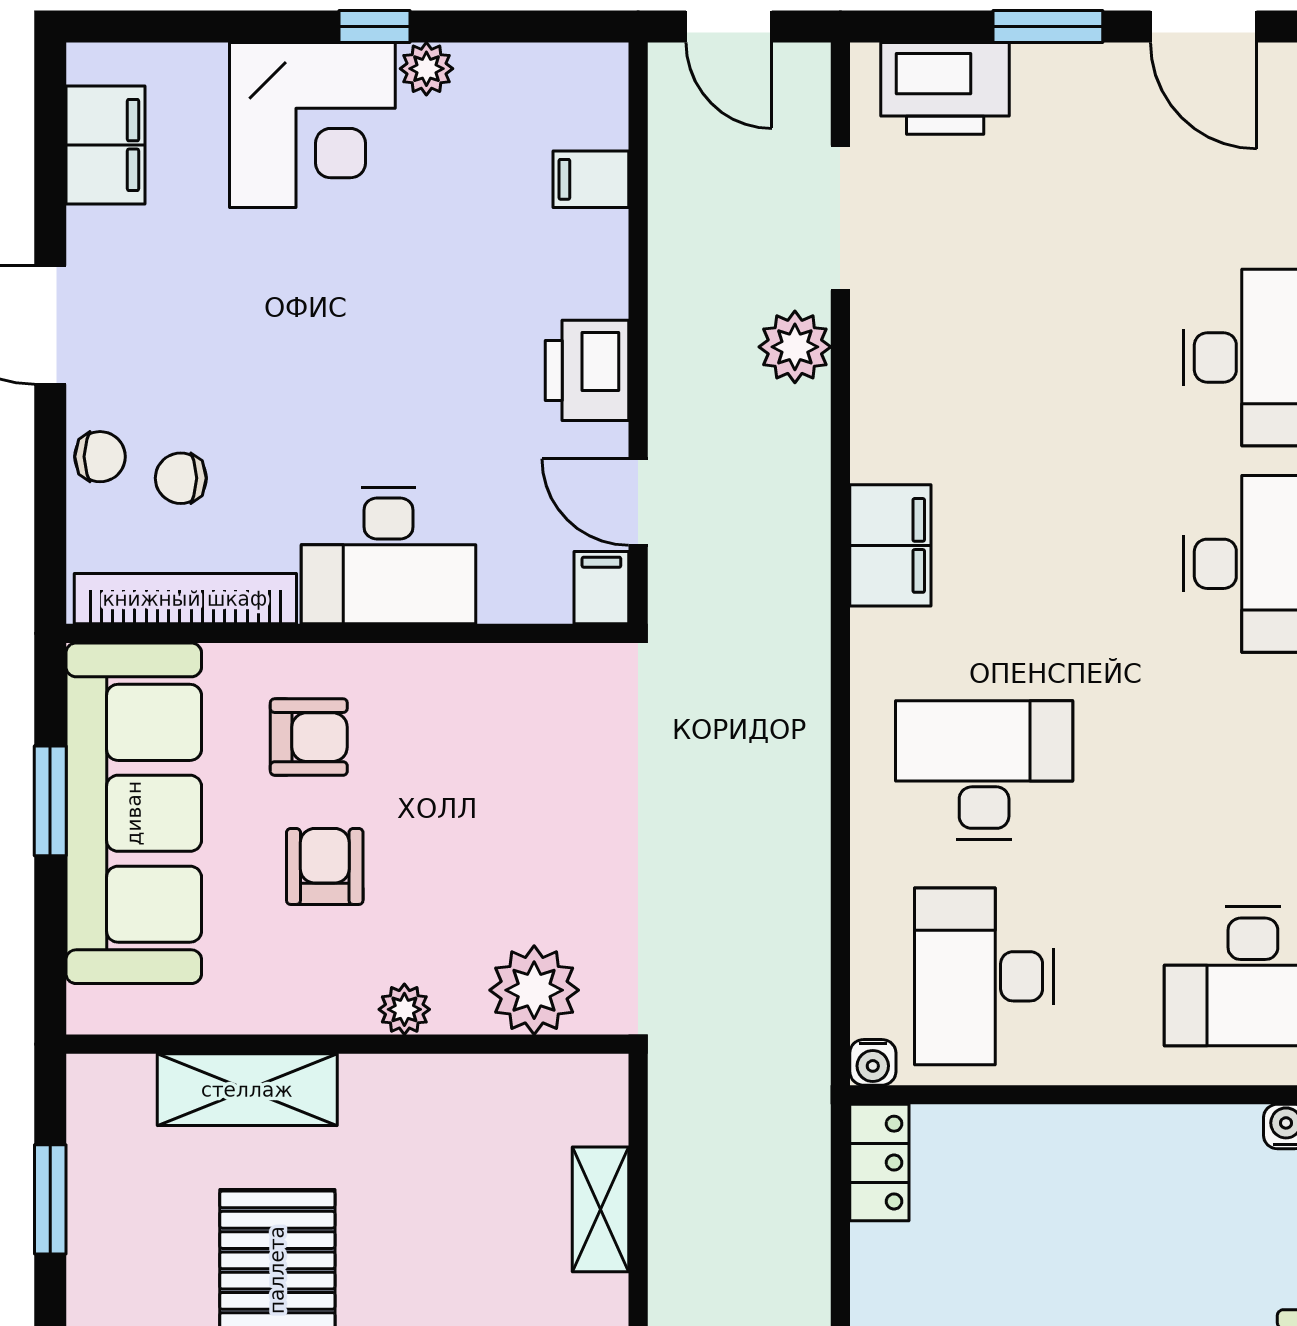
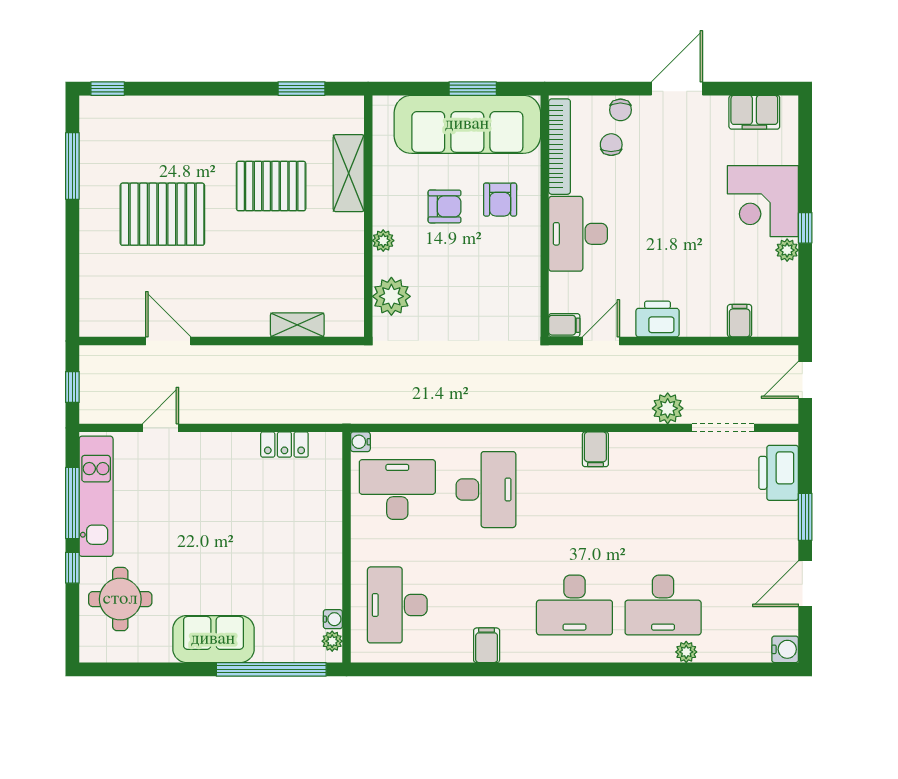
filing cabinet: (890, 545) -> (595, 449), width x0.50
locker: (879, 1163) -> (284, 445), moved

